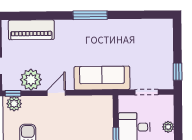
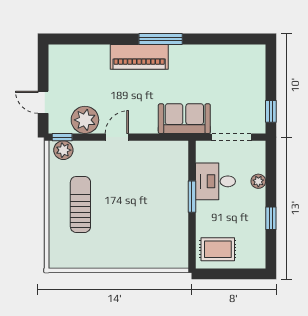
piano: (31, 30) -> (139, 57), moved
sofa: (102, 78) -> (184, 119), width x0.73
doorway: (147, 92) -> (231, 137), width x1.38

